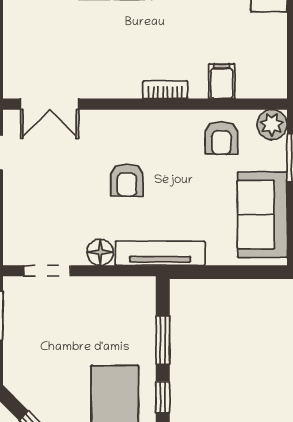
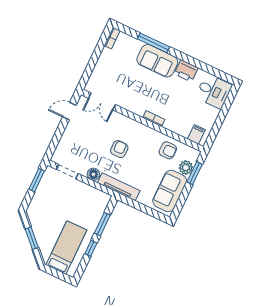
filing cabinet: (222, 81) -> (196, 134), moved
plant: (272, 125) -> (186, 167), moved
armchair: (221, 138) -> (168, 150), turned -90
armchair: (127, 180) -> (119, 149), turned 180

